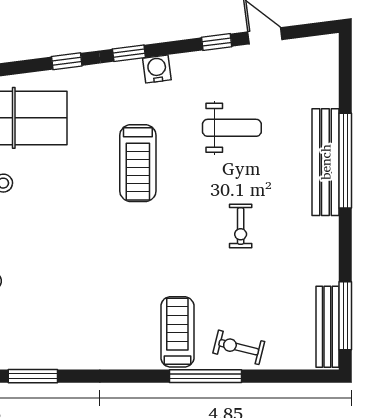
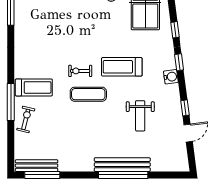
exercise bike: (241, 226) -> (80, 71), moved
exercise mat: (190, 227) -> (88, 94), added

